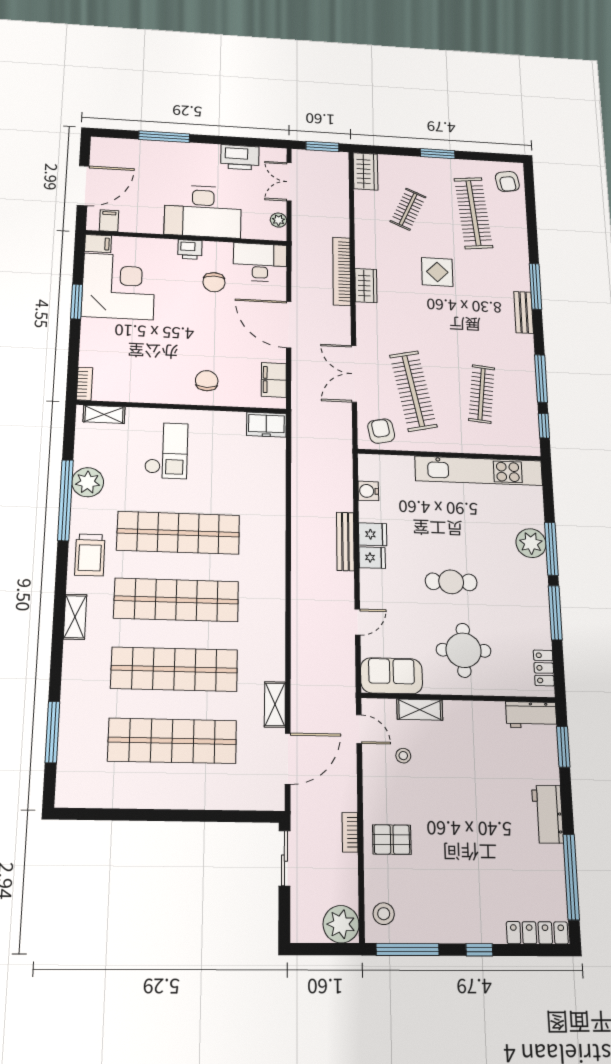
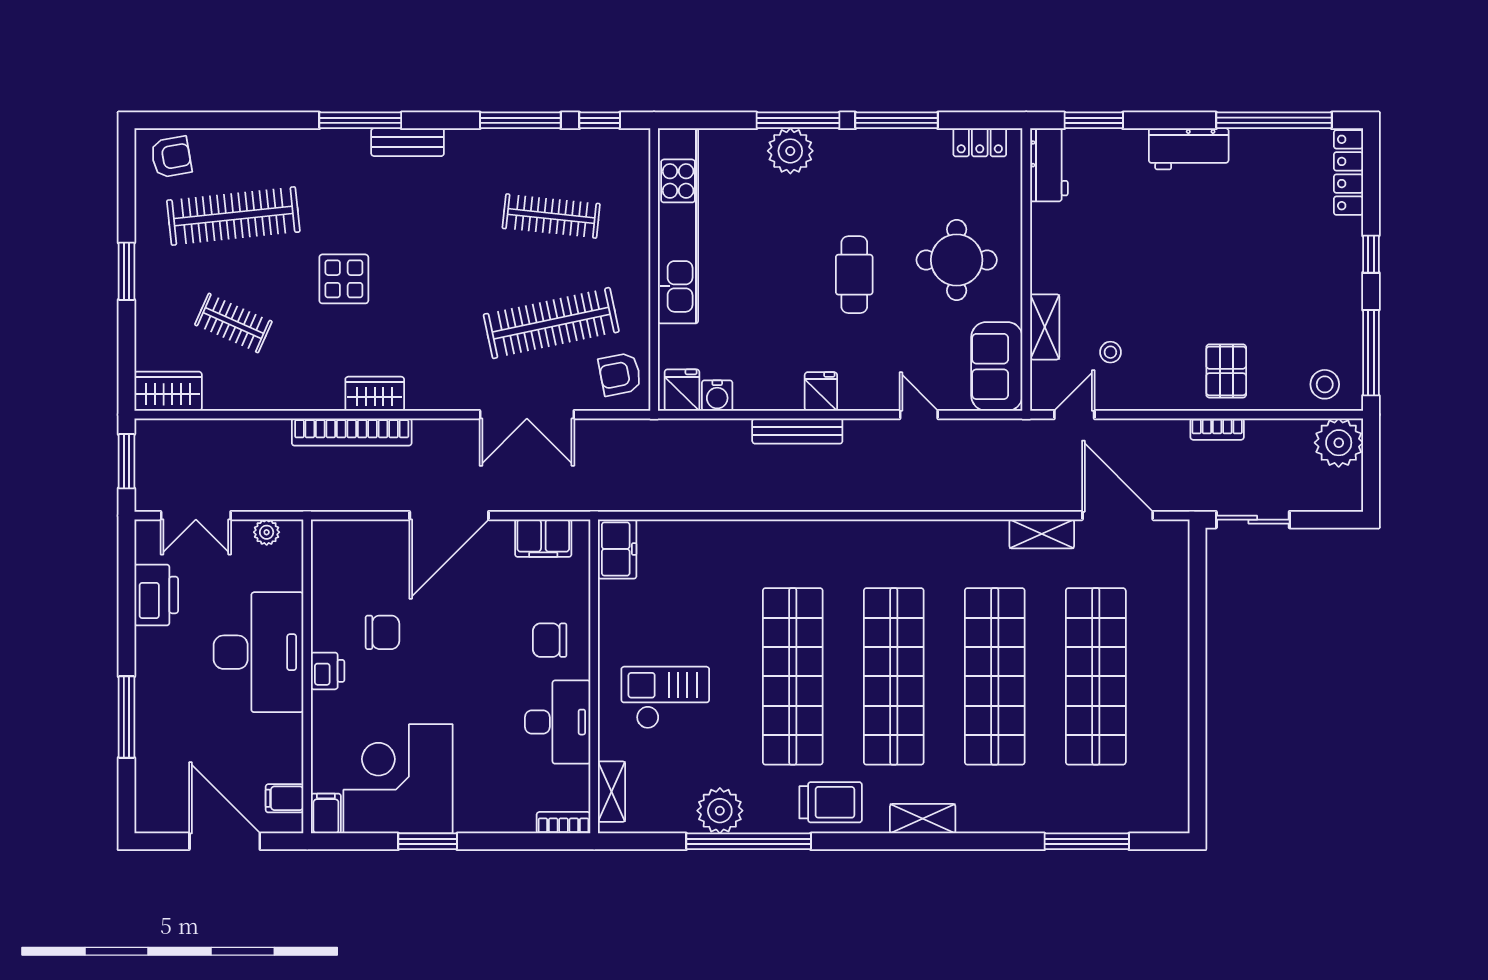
desk: (260, 262) -> (558, 722), moved, turned 180
fridge: (373, 534) -> (682, 390), moved

